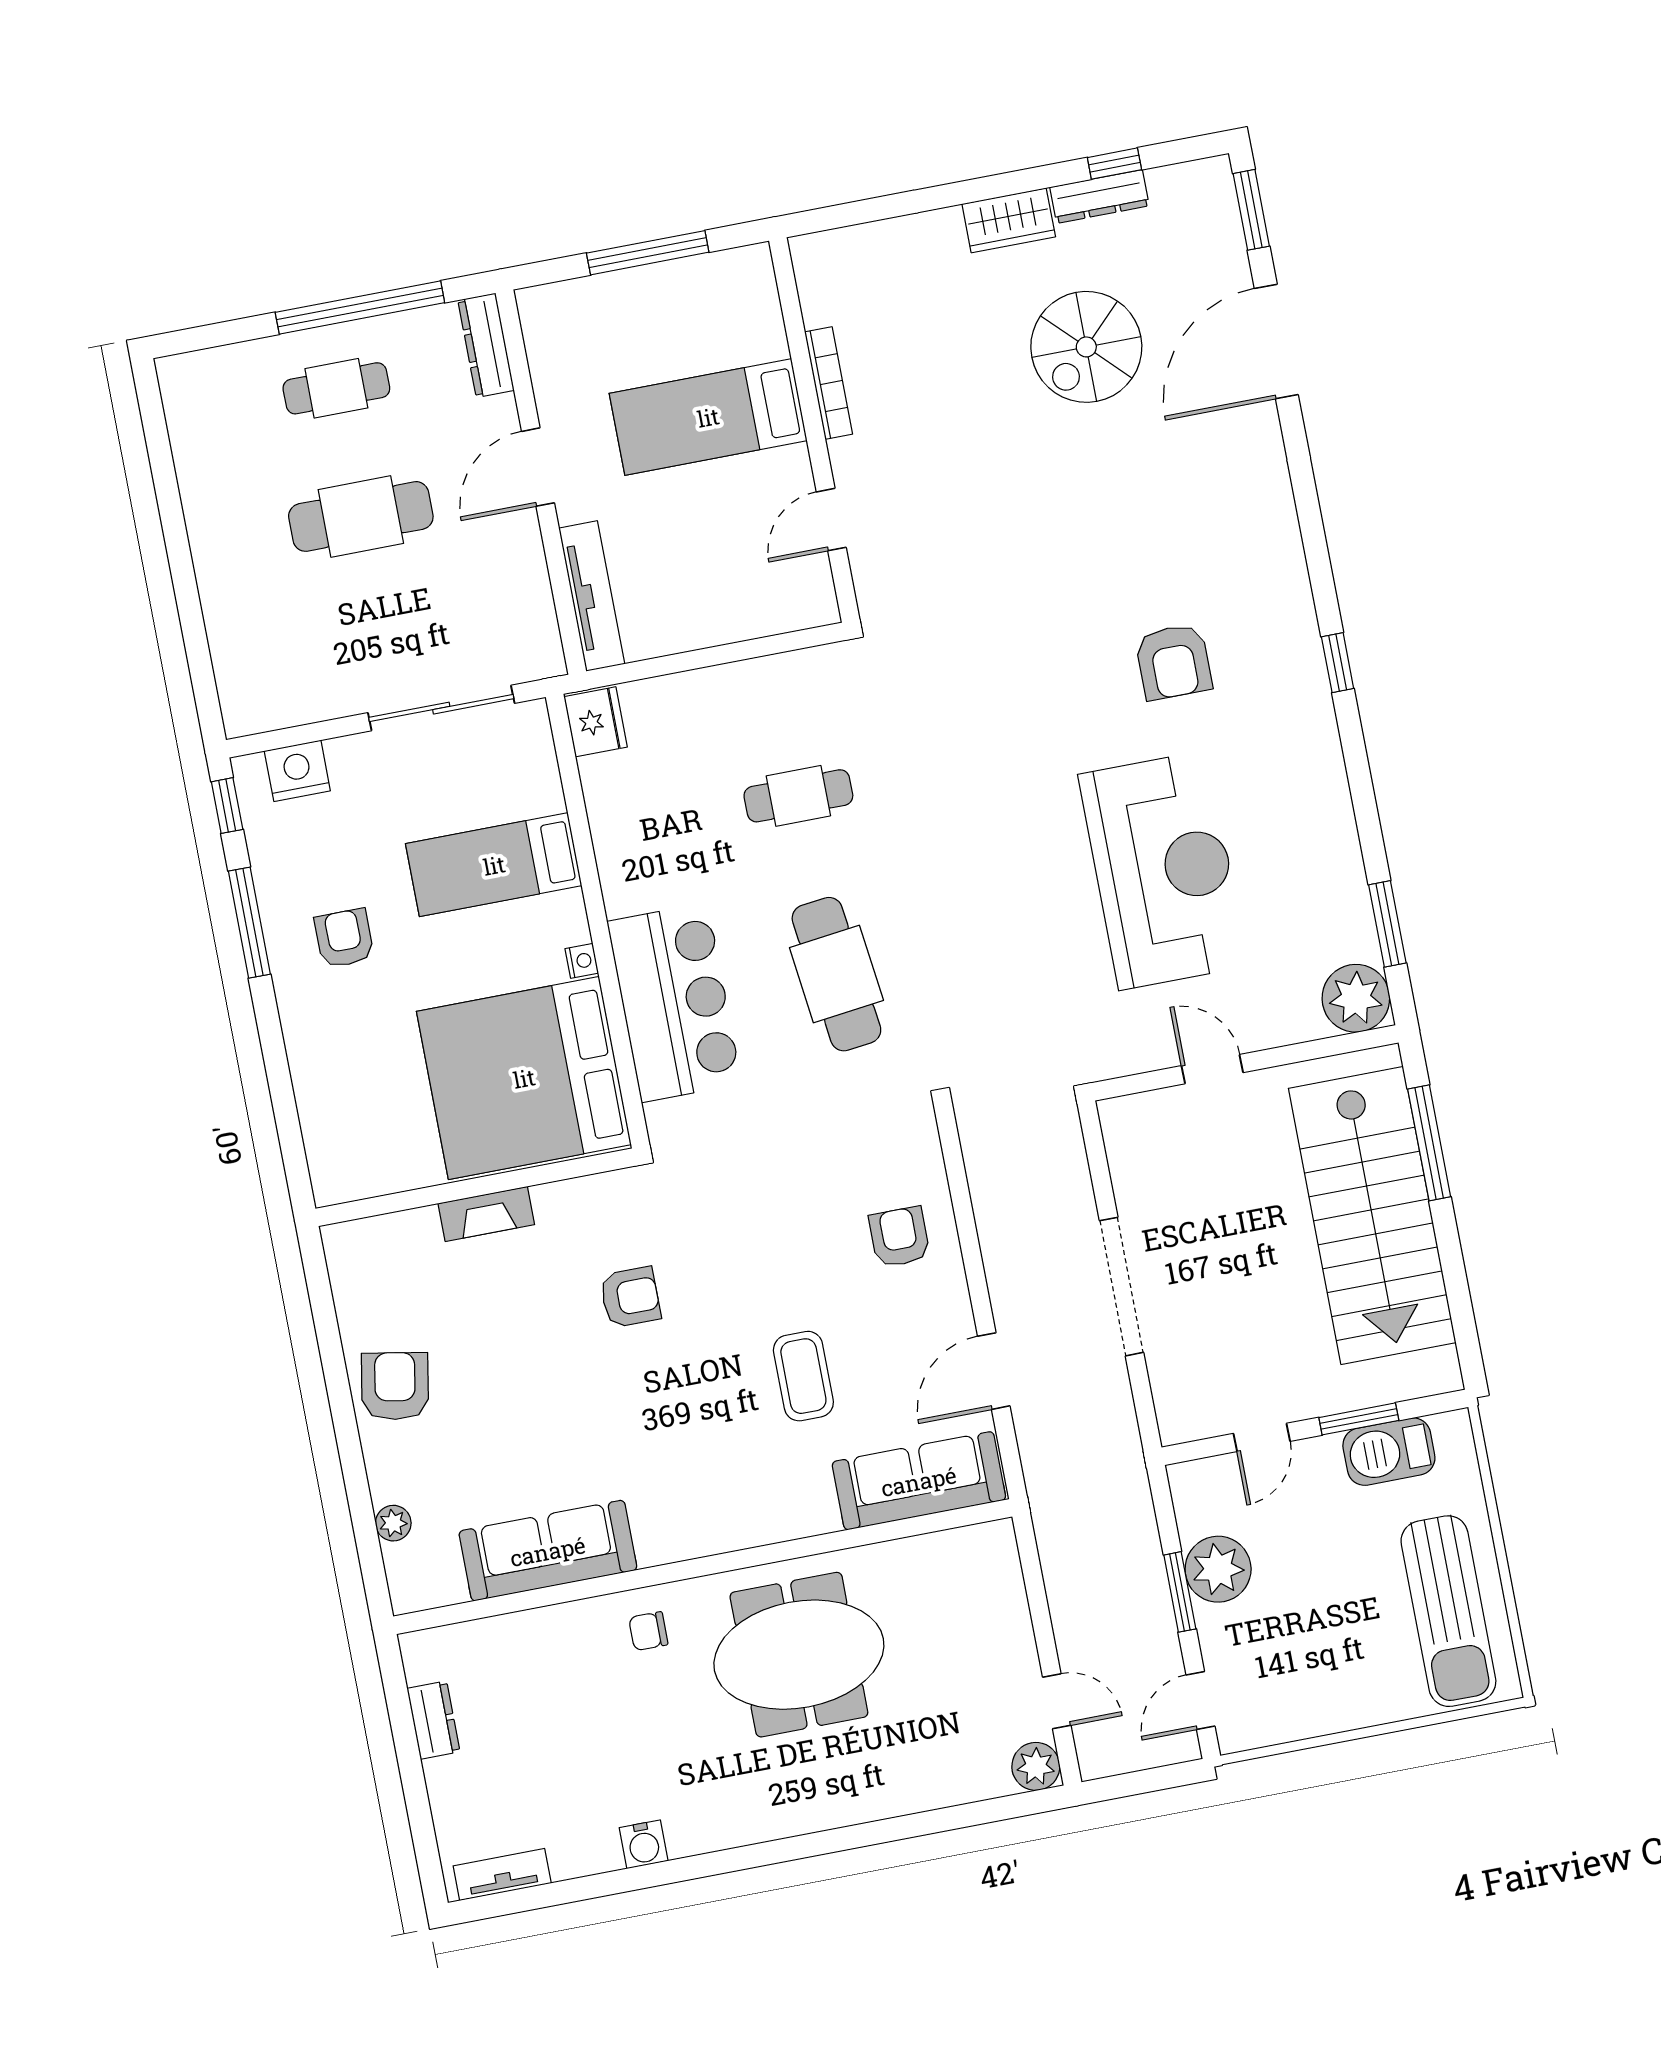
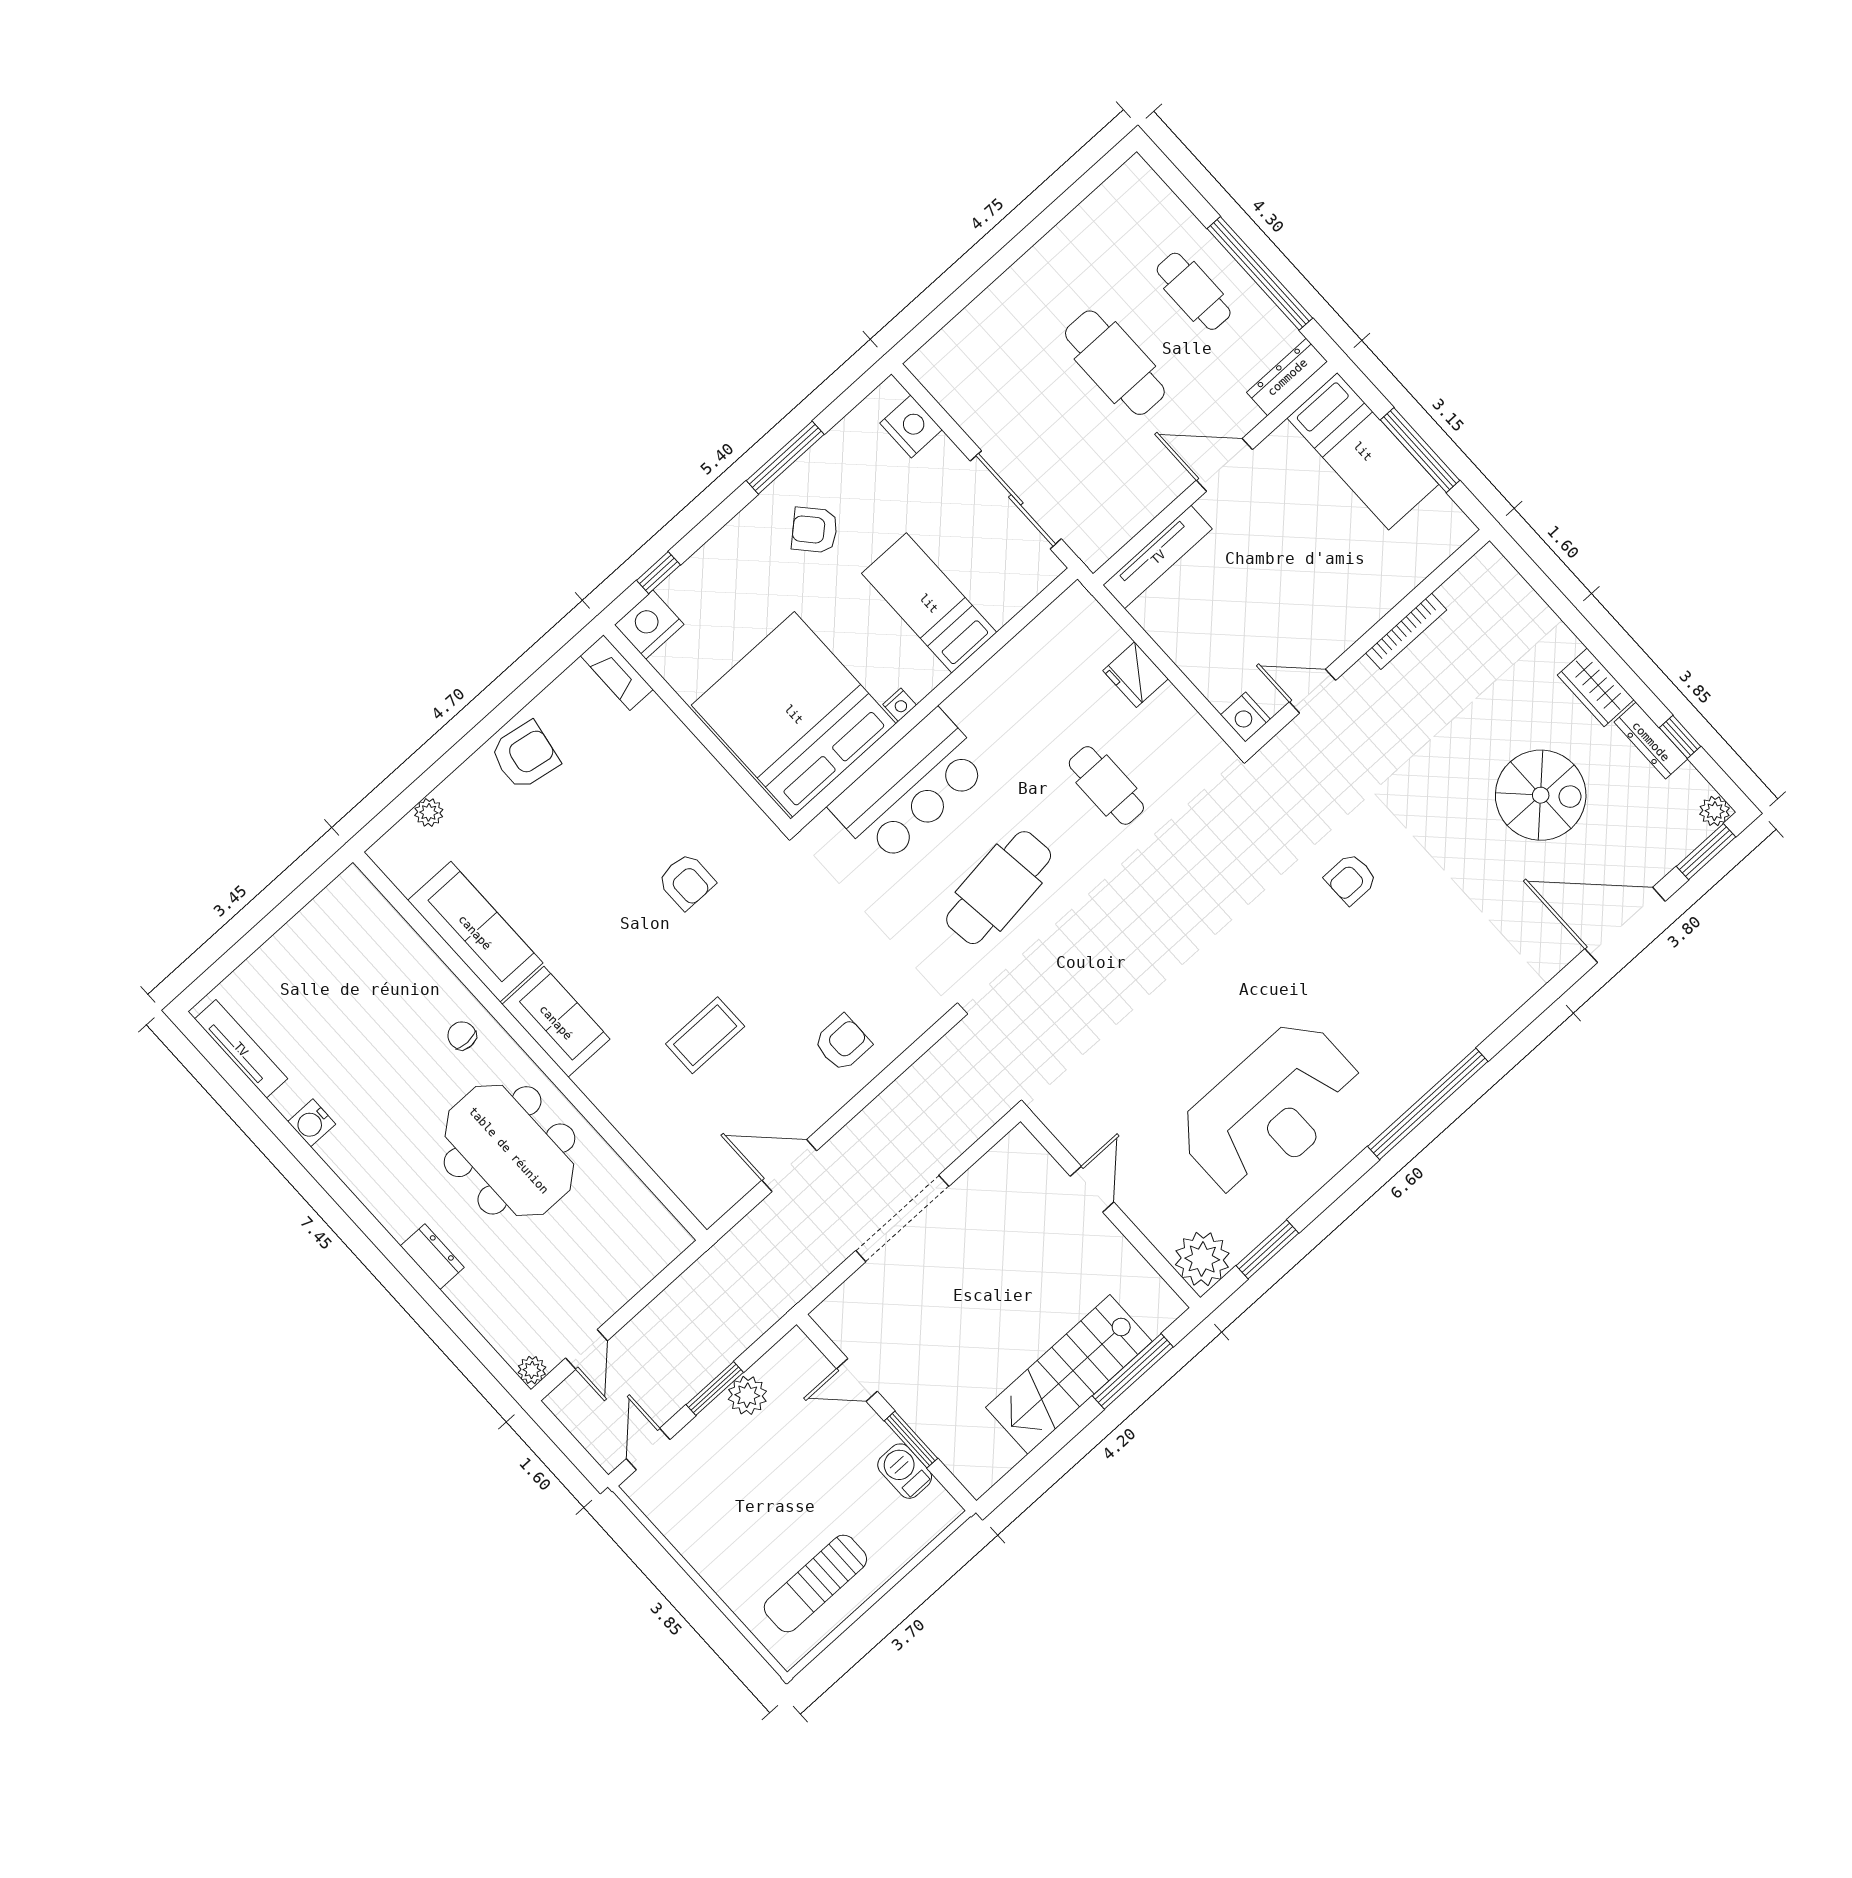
plant: (1214, 175) -> (1715, 811), added
spiral stairs: (1086, 347) -> (1541, 795), turned 180
bed: (708, 417) -> (1363, 451), moved, turned 180
nightstand: (816, 606) -> (1246, 717), added
armchair: (1174, 662) -> (1351, 879), moved, width x0.72, depth x0.72
window: (1338, 663) -> (1428, 1104), width x3.17
fridge: (596, 722) -> (1136, 675), moved, turned 90
window: (227, 806) -> (658, 573), moved
reception desk: (1163, 870) -> (1271, 1109), moved
armchair: (344, 938) -> (815, 530), turned -132
nightstand: (337, 1172) -> (649, 625), added
fireplace: (486, 1214) -> (617, 673), moved
stairs: (1372, 1215) -> (1069, 1374), width x0.73, depth x0.66
barbecue: (1389, 1452) -> (905, 1471), width x0.73, depth x0.79
sofa: (919, 1481) -> (556, 1022), moved, width x0.73
plant: (1218, 1569) -> (747, 1395), width x0.73, depth x0.73
sun lounger: (1448, 1611) -> (815, 1583), width x0.73, depth x0.75
door: (1201, 1701) -> (648, 1449), hinge flipped
dresser: (433, 1720) -> (432, 1257), moved, turned -90
plant: (1036, 1766) -> (532, 1370), width x0.73, depth x0.73
tv unit: (502, 1875) -> (241, 1049), width x1.41

